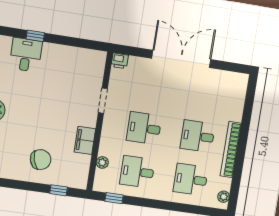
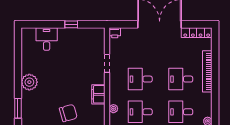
window: (35, 36) -> (71, 24), moved
locker: (228, 78) -> (197, 33), added
bookcase: (231, 150) -> (207, 71), moved

